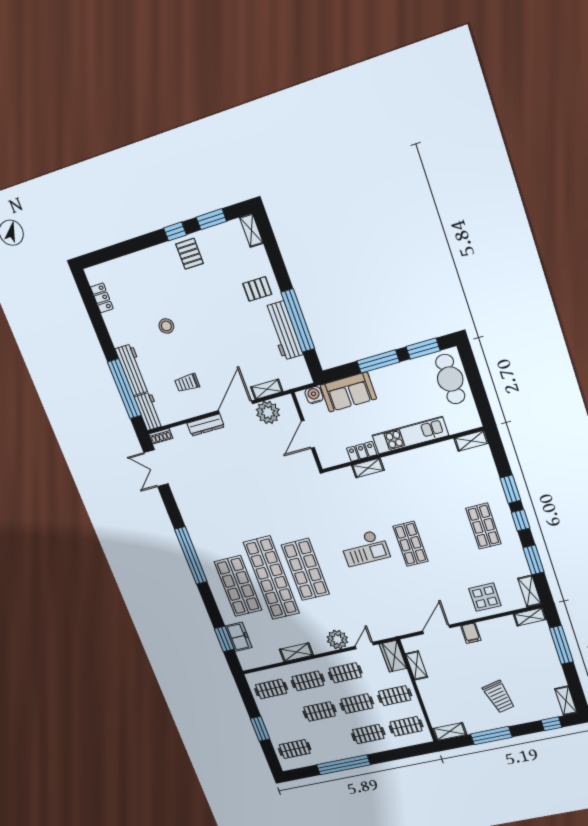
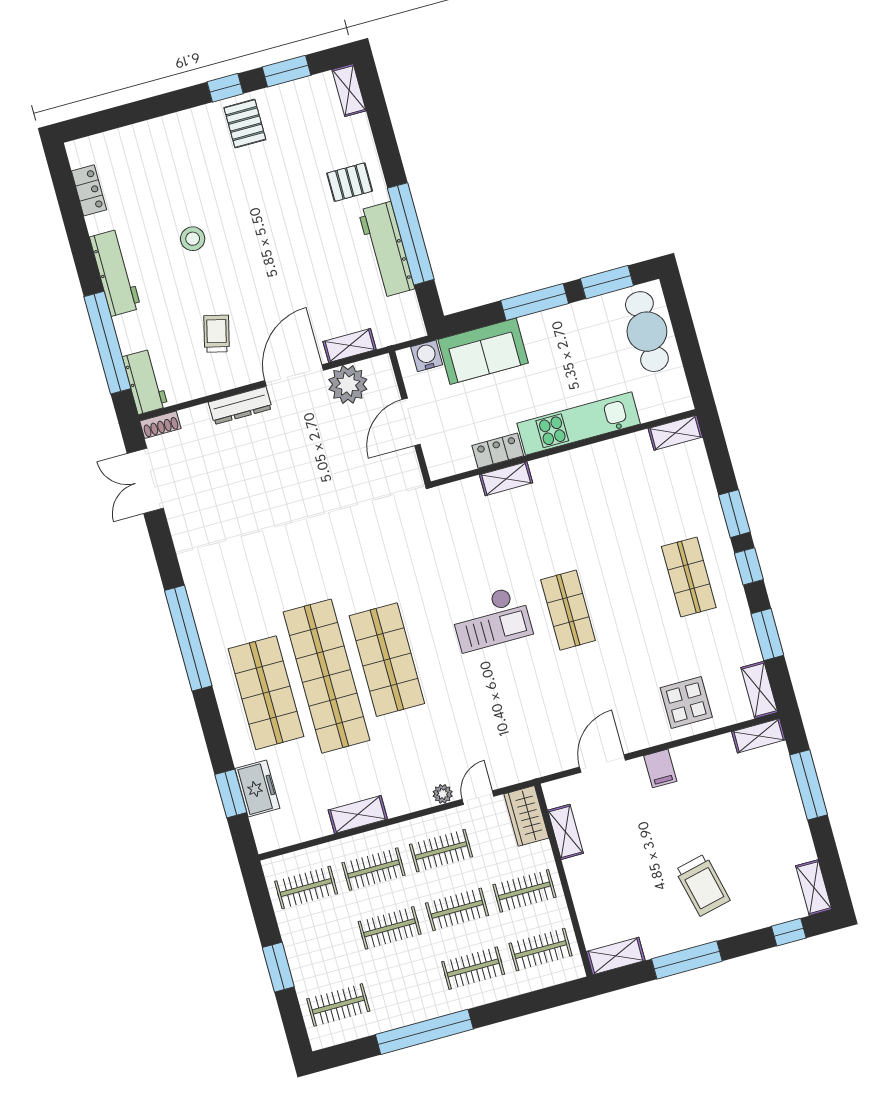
workbench: (132, 370) -> (115, 273), moved
trolley: (187, 383) -> (217, 334), turned 104
plant: (337, 640) -> (443, 794), width x0.53, depth x0.53

